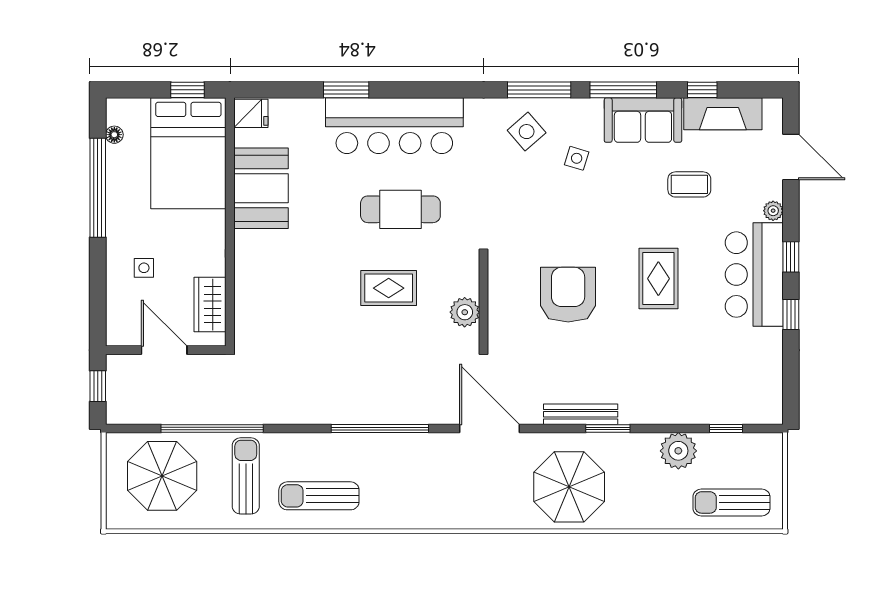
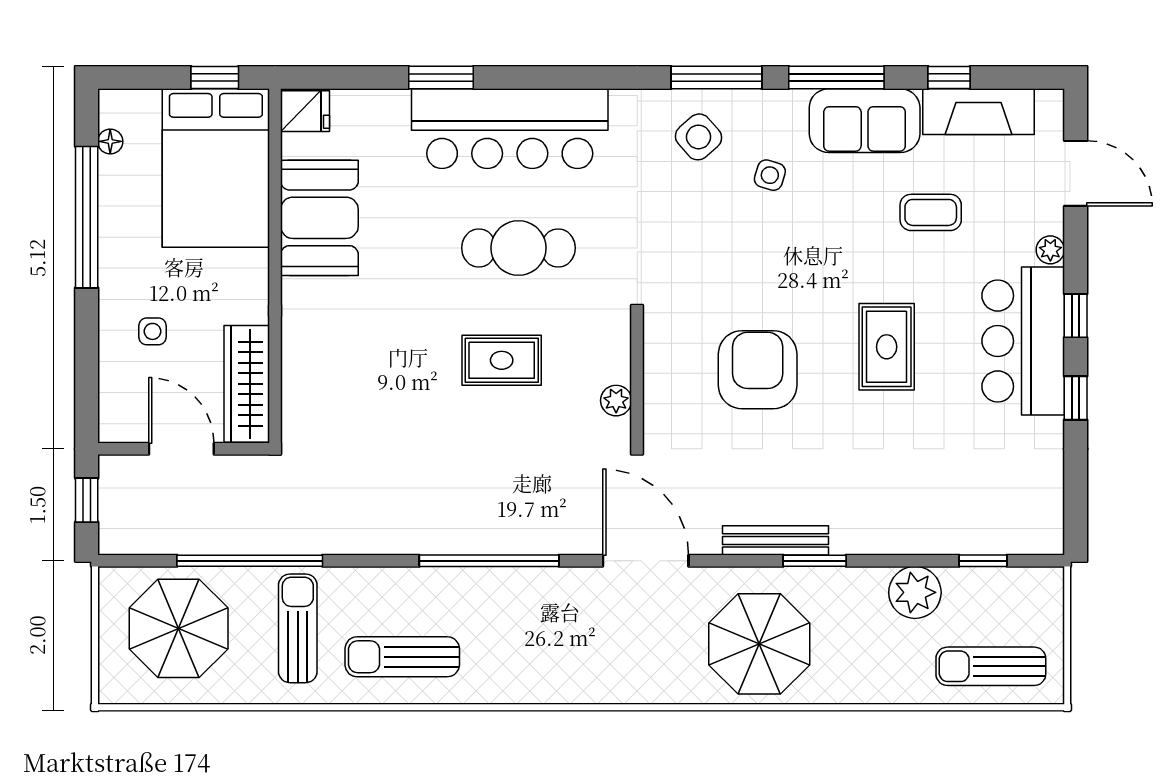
wardrobe: (210, 305) -> (247, 384), width x1.50
plant: (465, 312) -> (616, 401), width x0.73, depth x0.73

